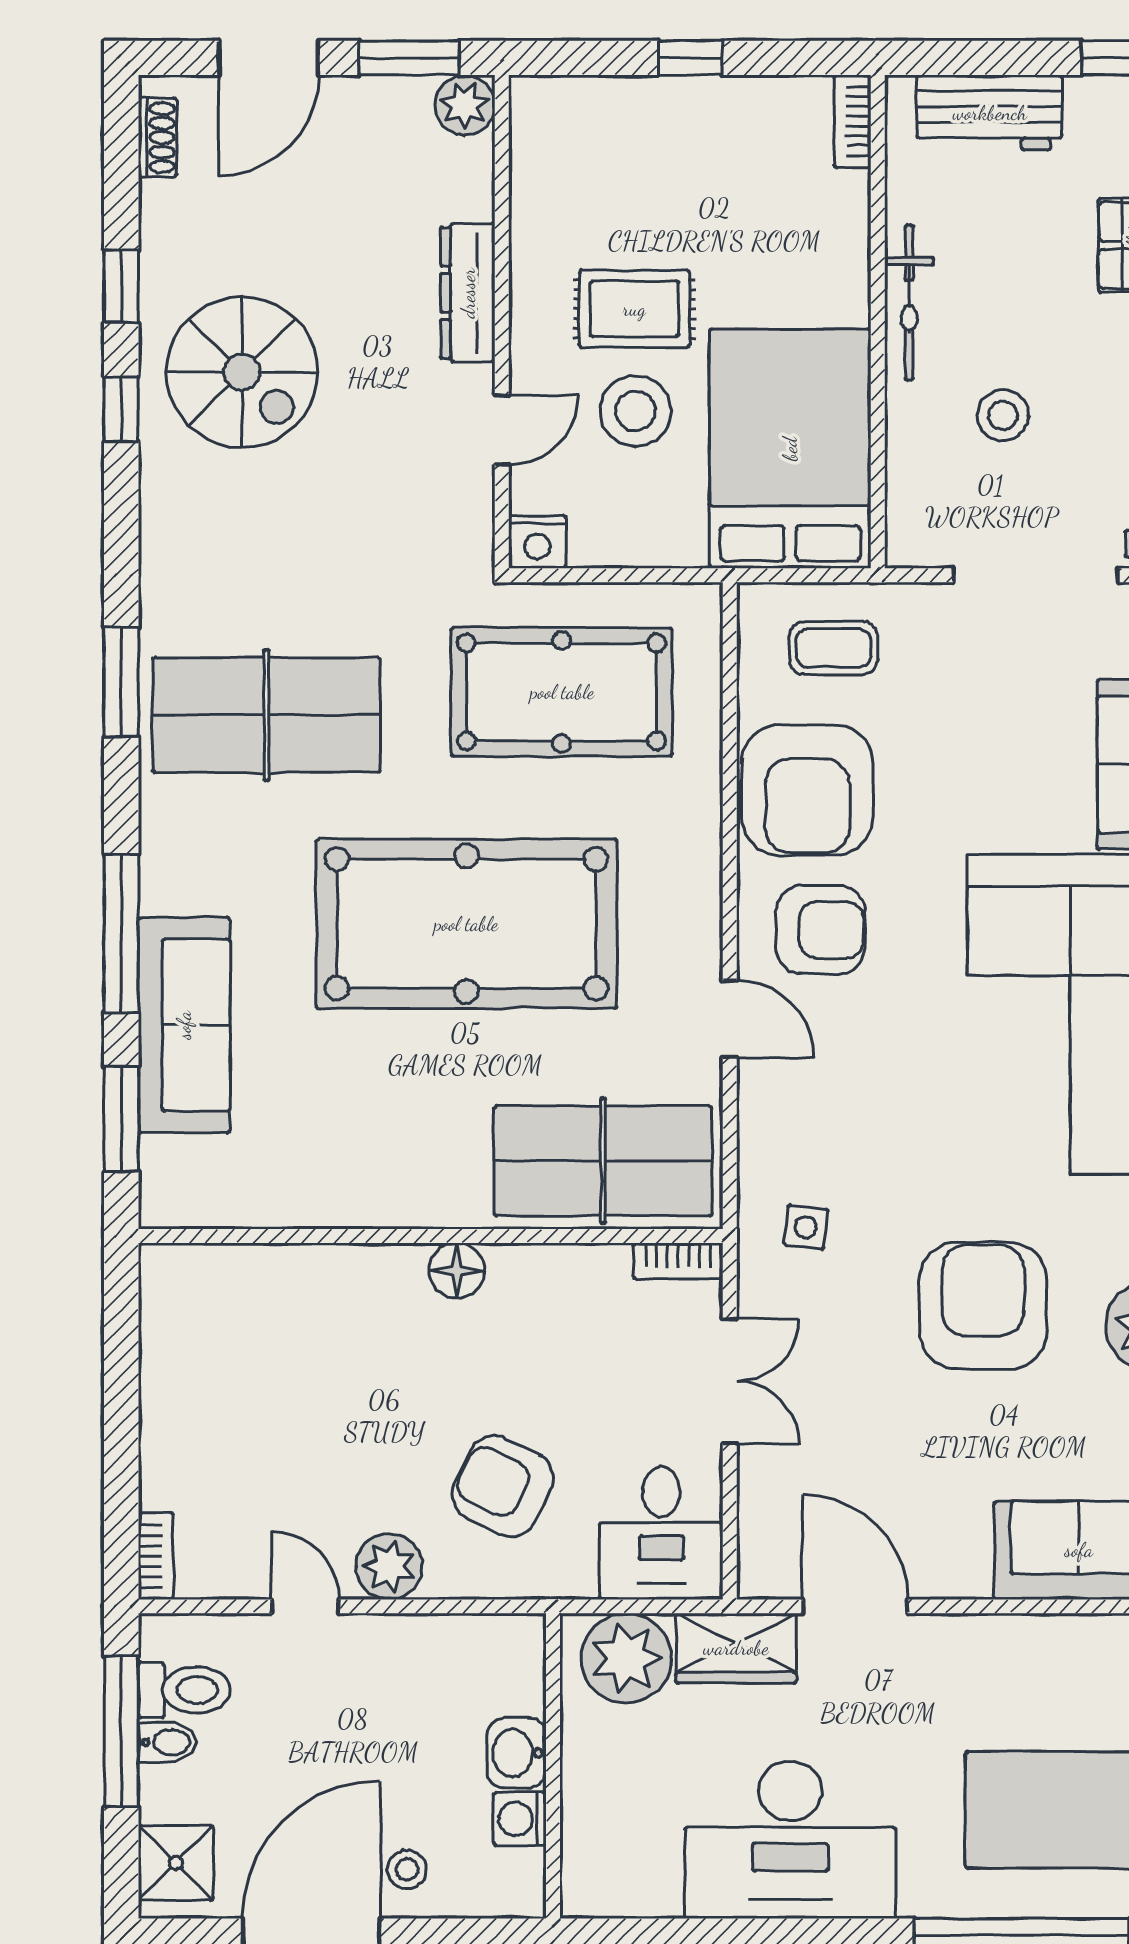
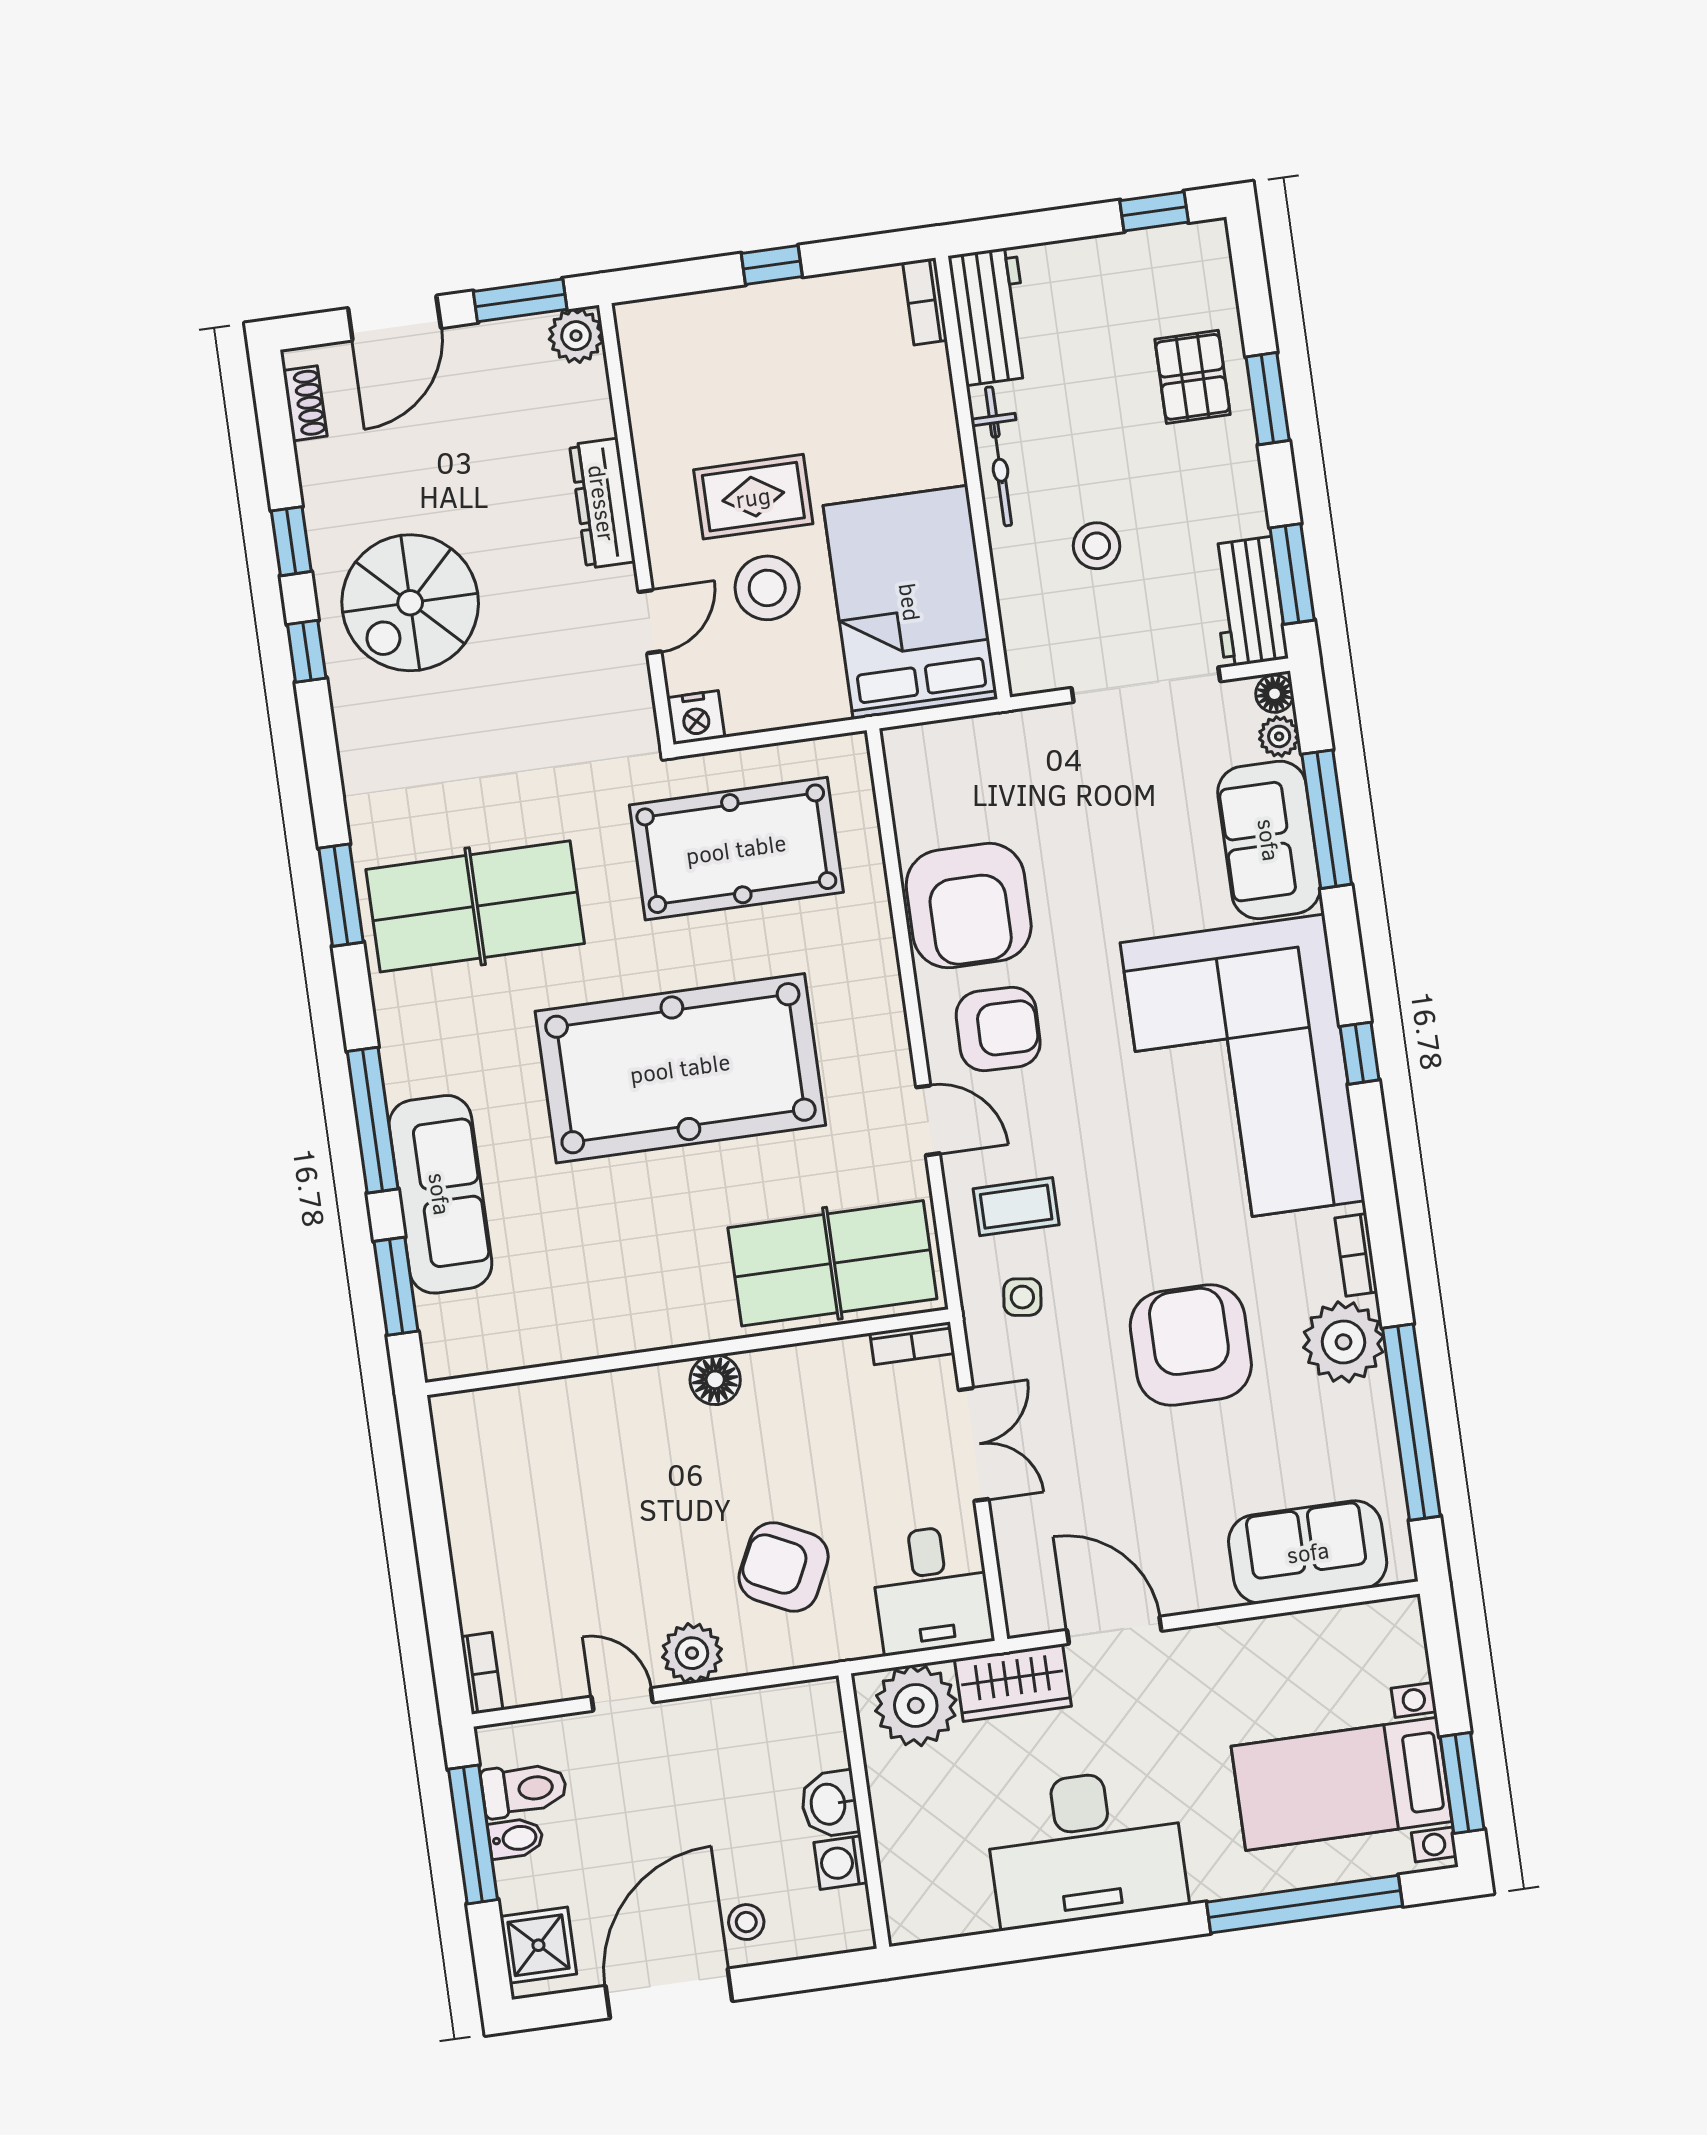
workbench: (990, 113) -> (991, 316), moved, turned -90
spiral stairs: (242, 372) -> (410, 603), turned 90
coffee table: (833, 648) -> (1016, 1207), moved

